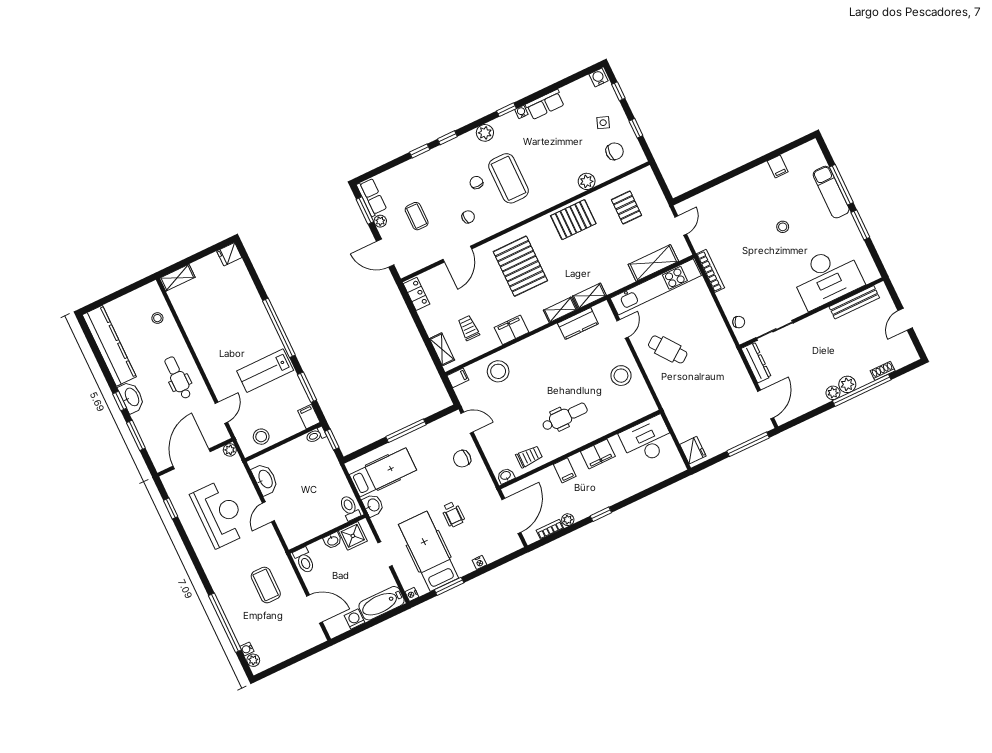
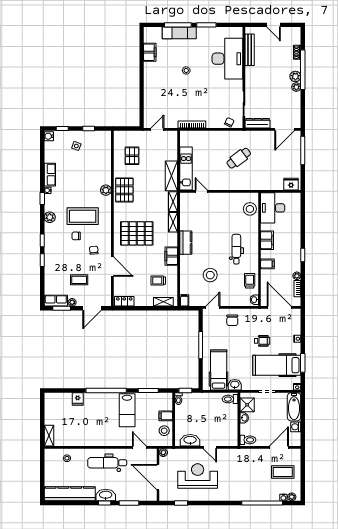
chair: (615, 151) -> (96, 147), removed
filing cabinet: (778, 166) -> (150, 52), width x2.00
plant: (587, 181) -> (106, 190), moved
pallet: (626, 207) -> (132, 156), turned 90
door: (681, 226) -> (157, 129), hinge flipped
fridge: (229, 254) -> (78, 399), moved
shelving: (653, 263) -> (171, 176), moved
kitchen unit: (656, 287) -> (186, 169), width x0.73
kitchen counter: (578, 323) -> (186, 243), moved
cafe table: (668, 349) -> (239, 158), moved
stool: (498, 371) -> (210, 275), moved
stool: (621, 376) -> (250, 209), moved
dental chair: (178, 378) -> (107, 463), width x1.36, depth x1.38
door: (766, 404) -> (285, 129), swing flipped
filing cabinet: (309, 417) -> (166, 416), moved
coffee table: (266, 585) -> (283, 472), moved

